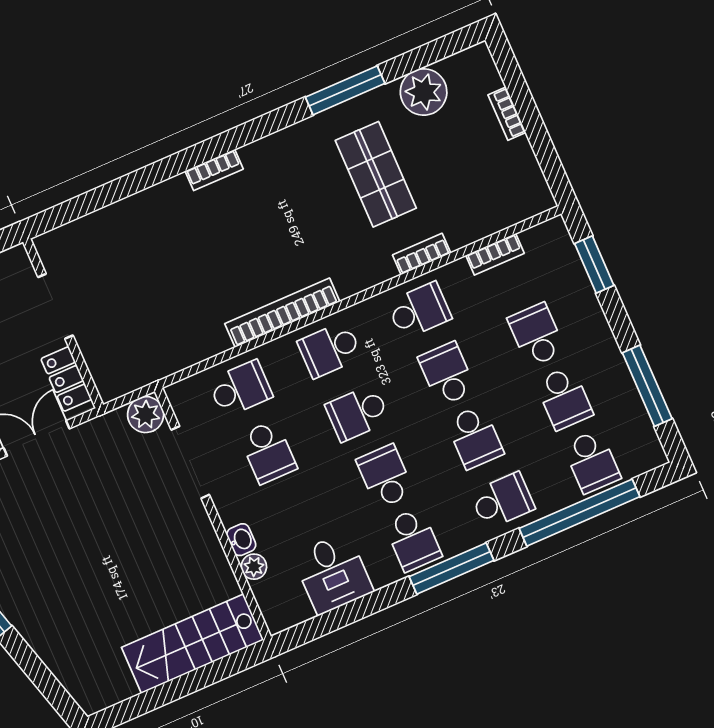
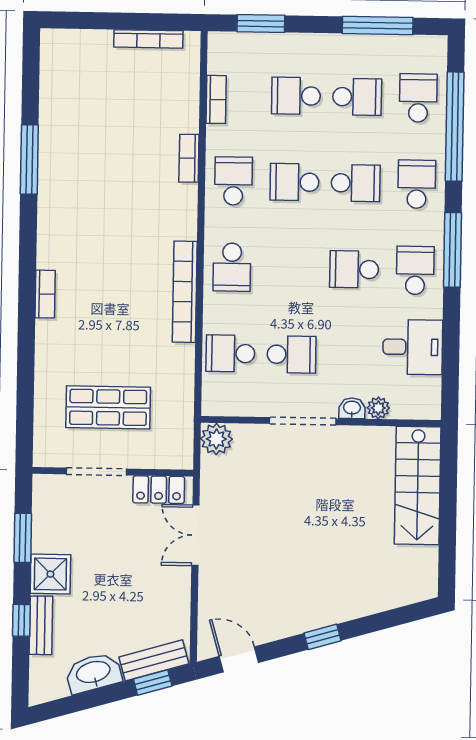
plant: (424, 92) -> (59, 97), removed
bookcase: (507, 114) -> (148, 39), moved, width x1.56
shop shelf: (376, 174) -> (108, 407), moved
school desk: (240, 389) -> (230, 353), turned -90
school desk: (358, 413) -> (293, 268), removed
doorway: (190, 462) -> (303, 421), moved
school desk: (592, 462) -> (418, 98), turned -90
school desk: (413, 540) -> (415, 270), turned -90

